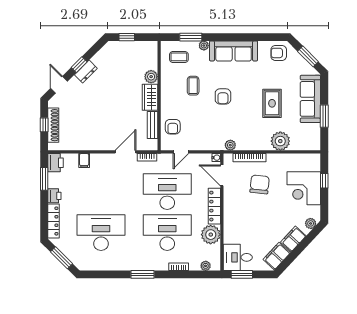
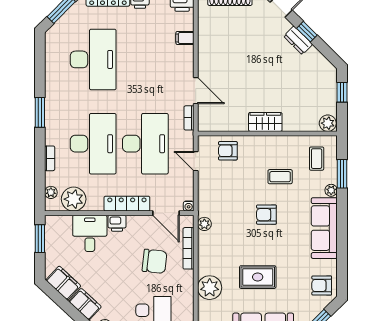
armchair: (279, 53) -> (322, 285), turned -90
plant: (151, 77) -> (328, 123), moved
bench: (152, 125) -> (230, 125), removed
door: (222, 175) -> (166, 213), swing flipped
printer: (230, 214) -> (117, 223), added
plant: (211, 235) -> (74, 199), moved
desk: (238, 257) -> (90, 233), moved

